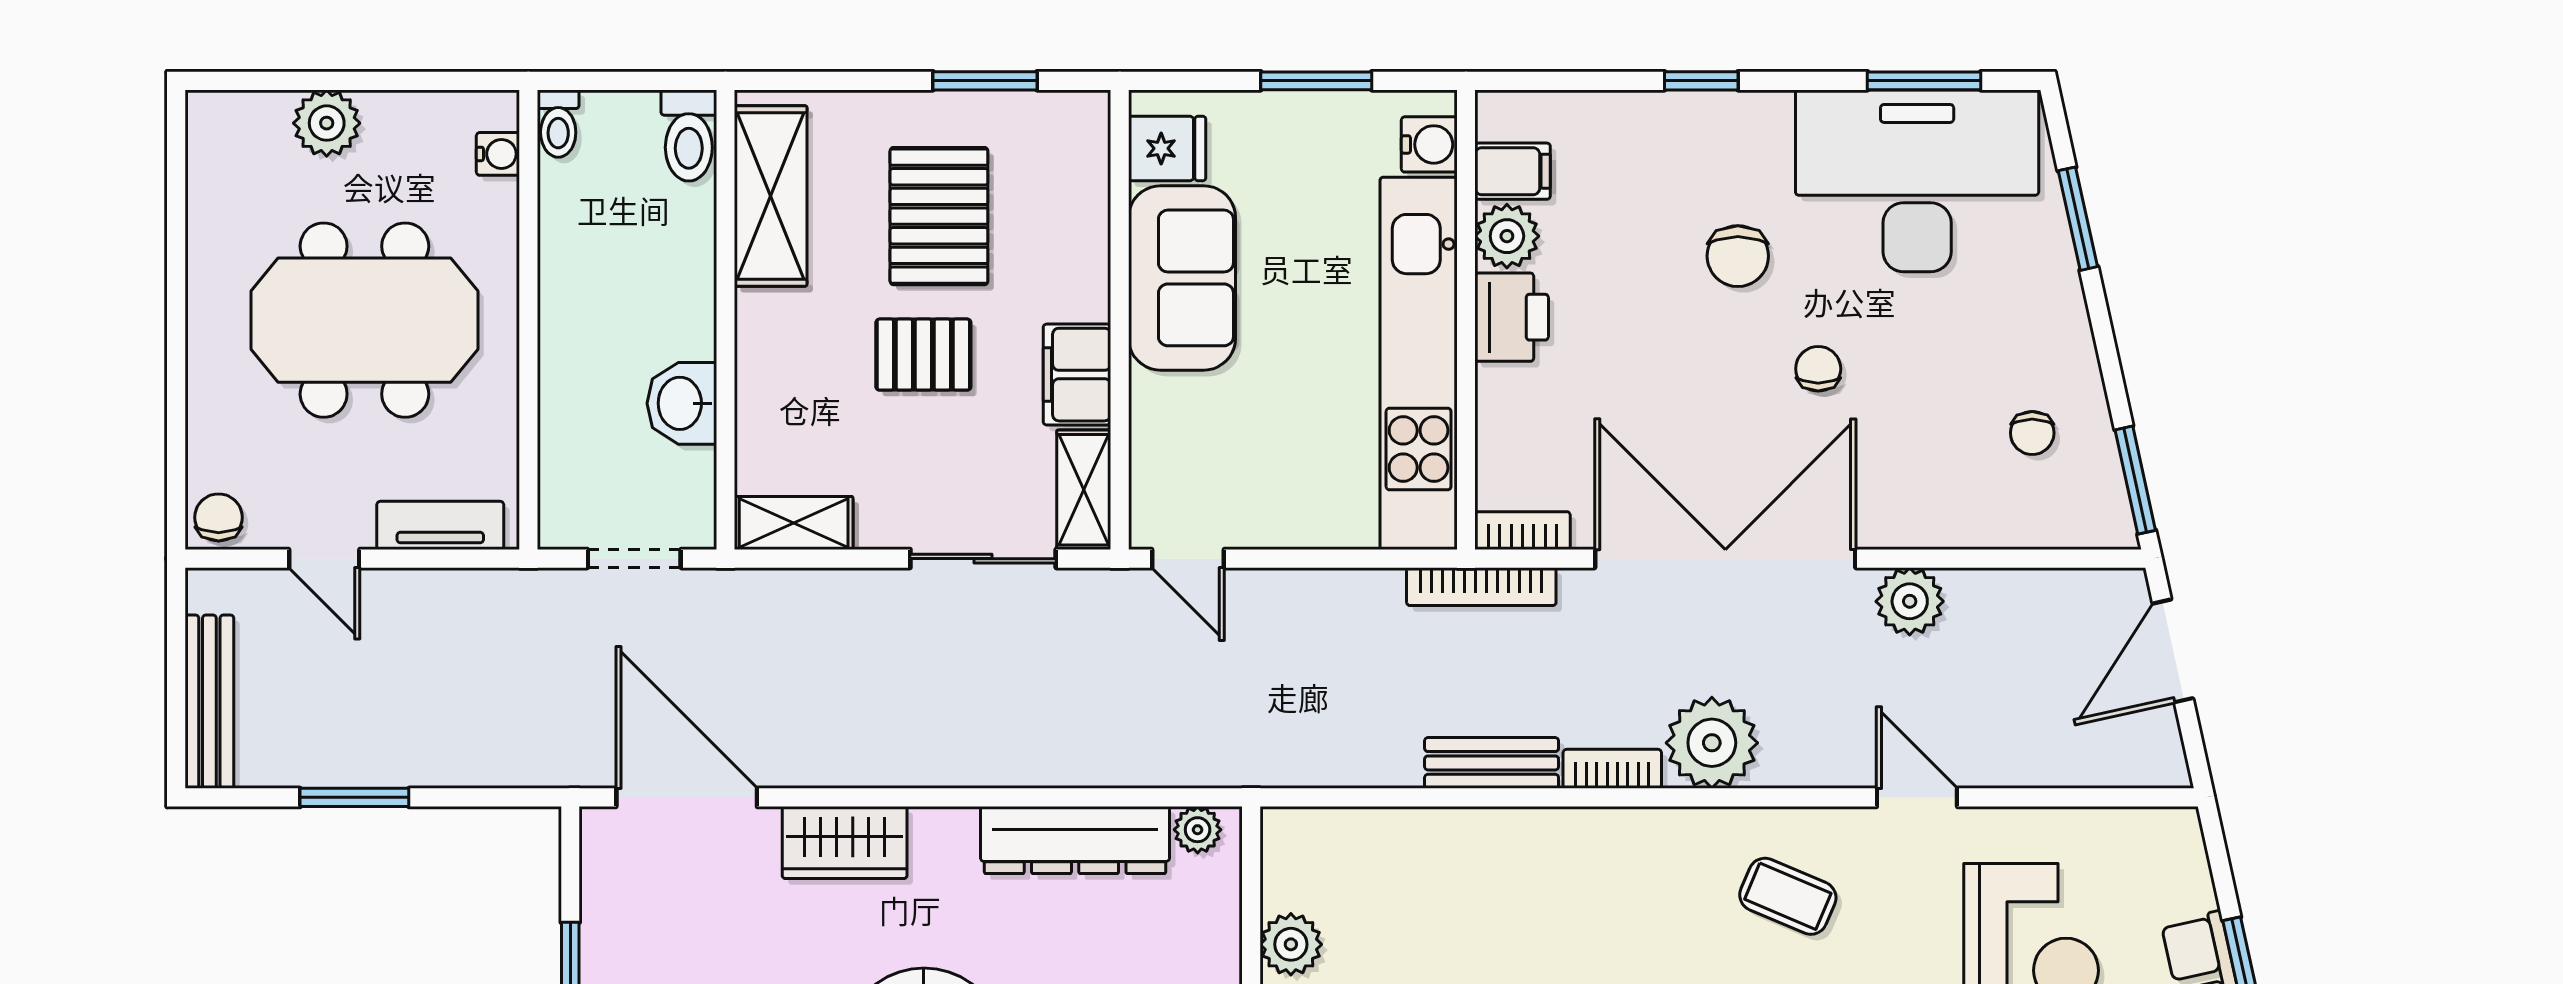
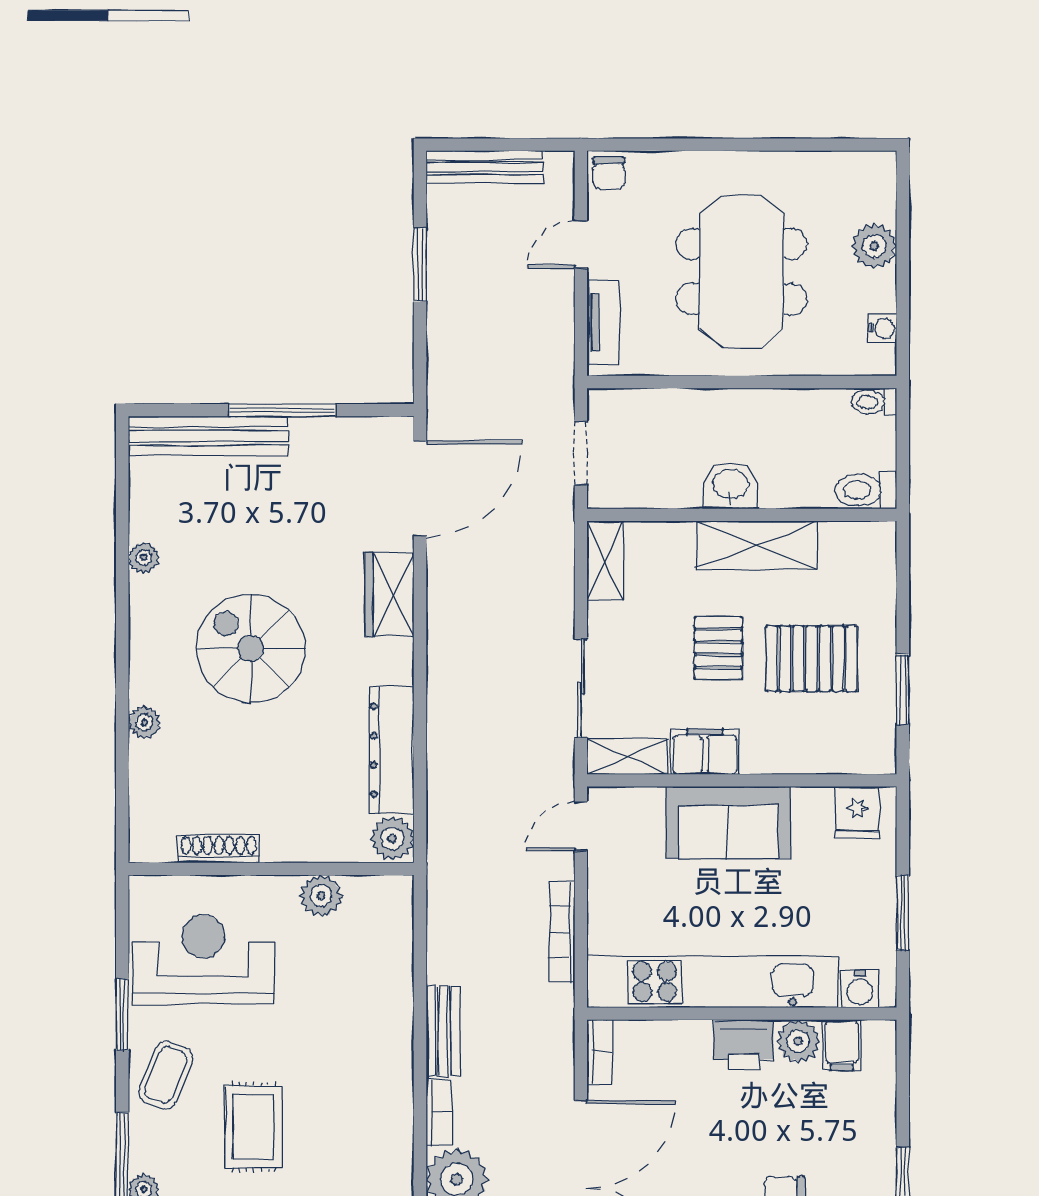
water cooler: (498, 154) -> (882, 328), moved, turned -90
shelving: (771, 196) -> (757, 545), moved
sofa: (1182, 278) -> (728, 822), moved
washbasin: (682, 403) -> (731, 485), moved
chair: (219, 517) -> (609, 173), turned 90
bookcase: (1481, 587) -> (562, 932), moved
plant: (1198, 830) -> (392, 839), width x1.38, depth x1.38

